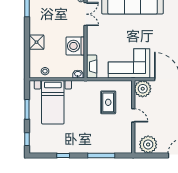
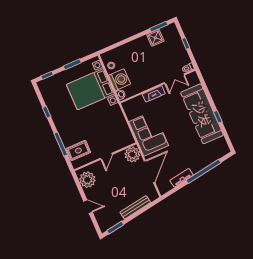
shower: (37, 42) -> (155, 38), moved
washing machine: (75, 46) -> (120, 80), moved, turned 90
fireplace: (92, 67) -> (154, 94), moved
bed with nightstands: (53, 102) -> (90, 89), width x1.36
rug: (108, 102) -> (78, 151), moved

